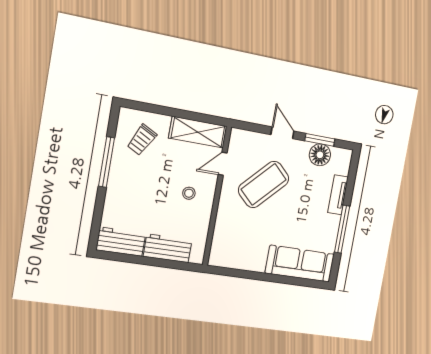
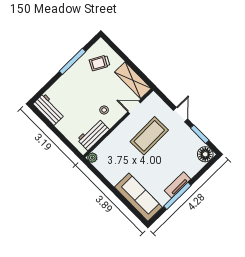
floor lamp: (320, 155) -> (205, 154), moved
coffee table: (264, 184) -> (149, 136), turned -45
tv unit: (338, 195) -> (178, 185), moved
workbench: (168, 248) -> (93, 135), moved, turned -90
plant: (215, 259) -> (92, 158), added

